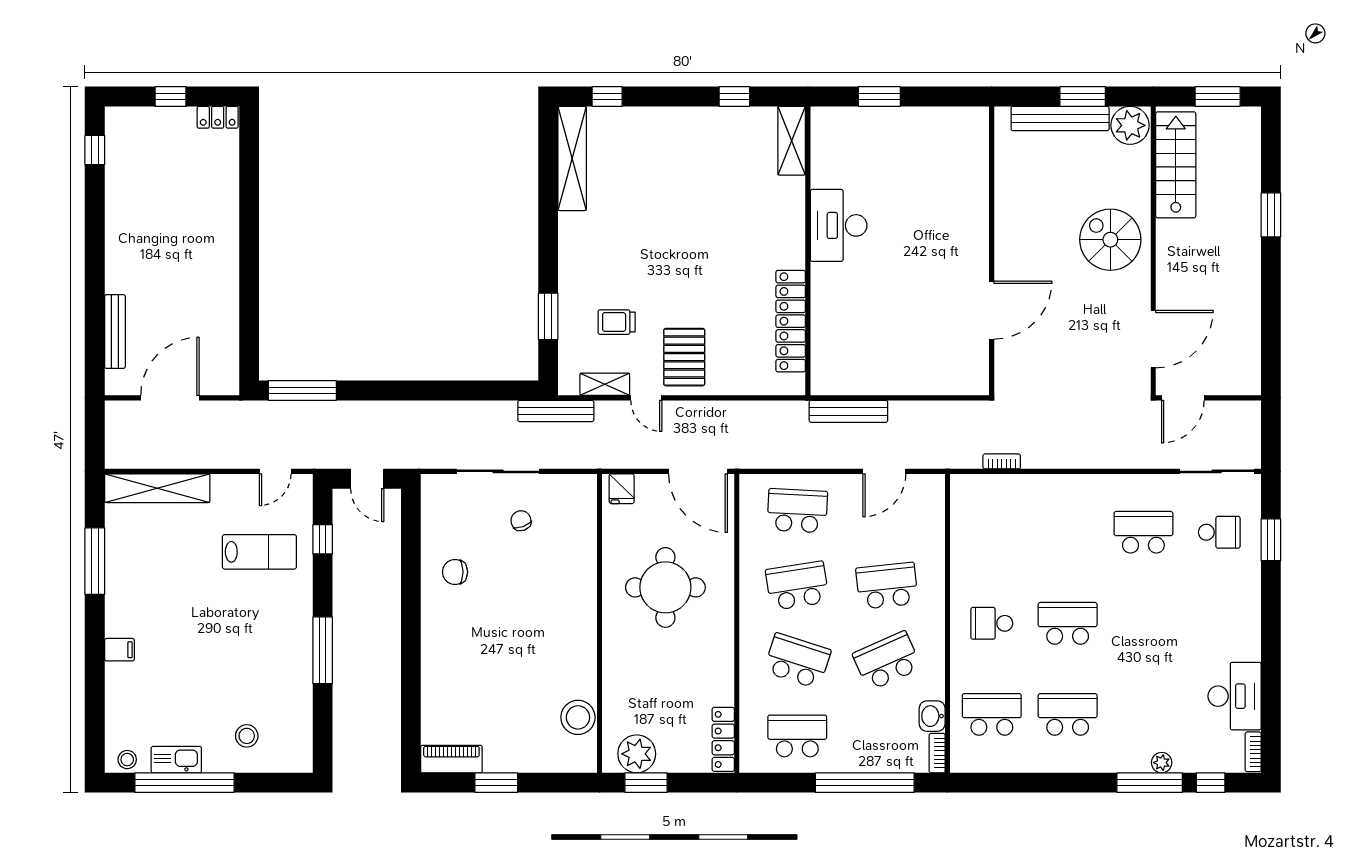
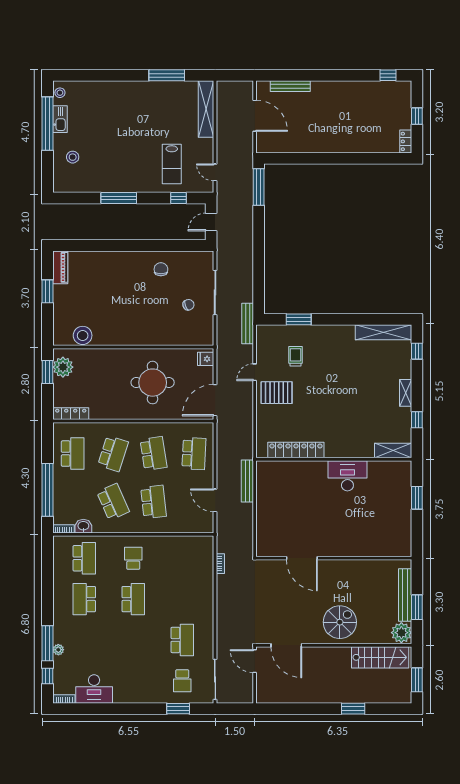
shelving: (605, 384) -> (406, 393), moved
filing cabinet: (119, 650) -> (119, 89), removed
school desk: (1068, 714) -> (84, 599), turned 180

